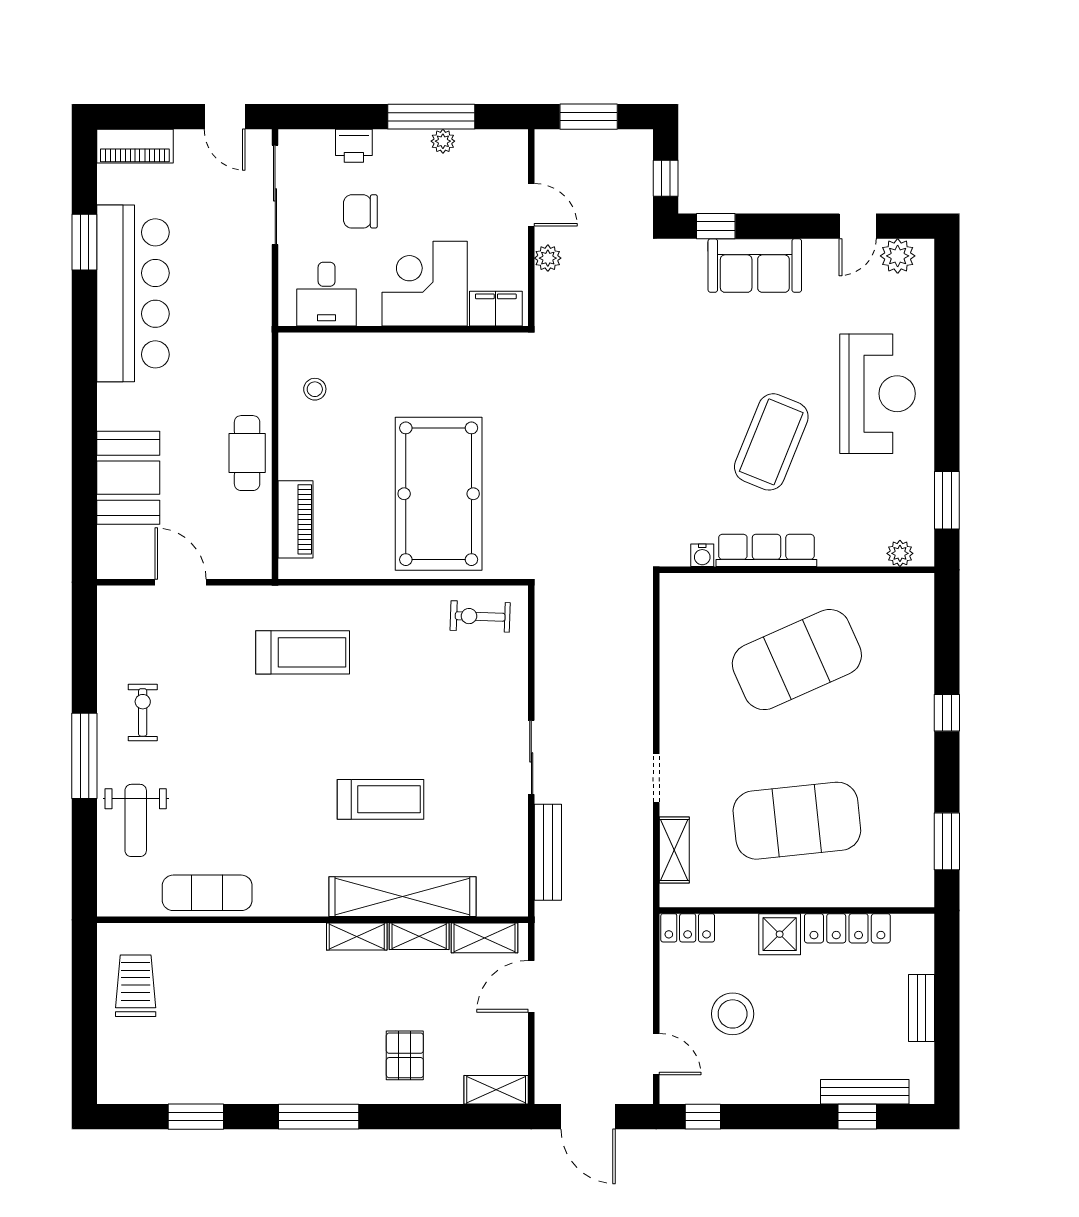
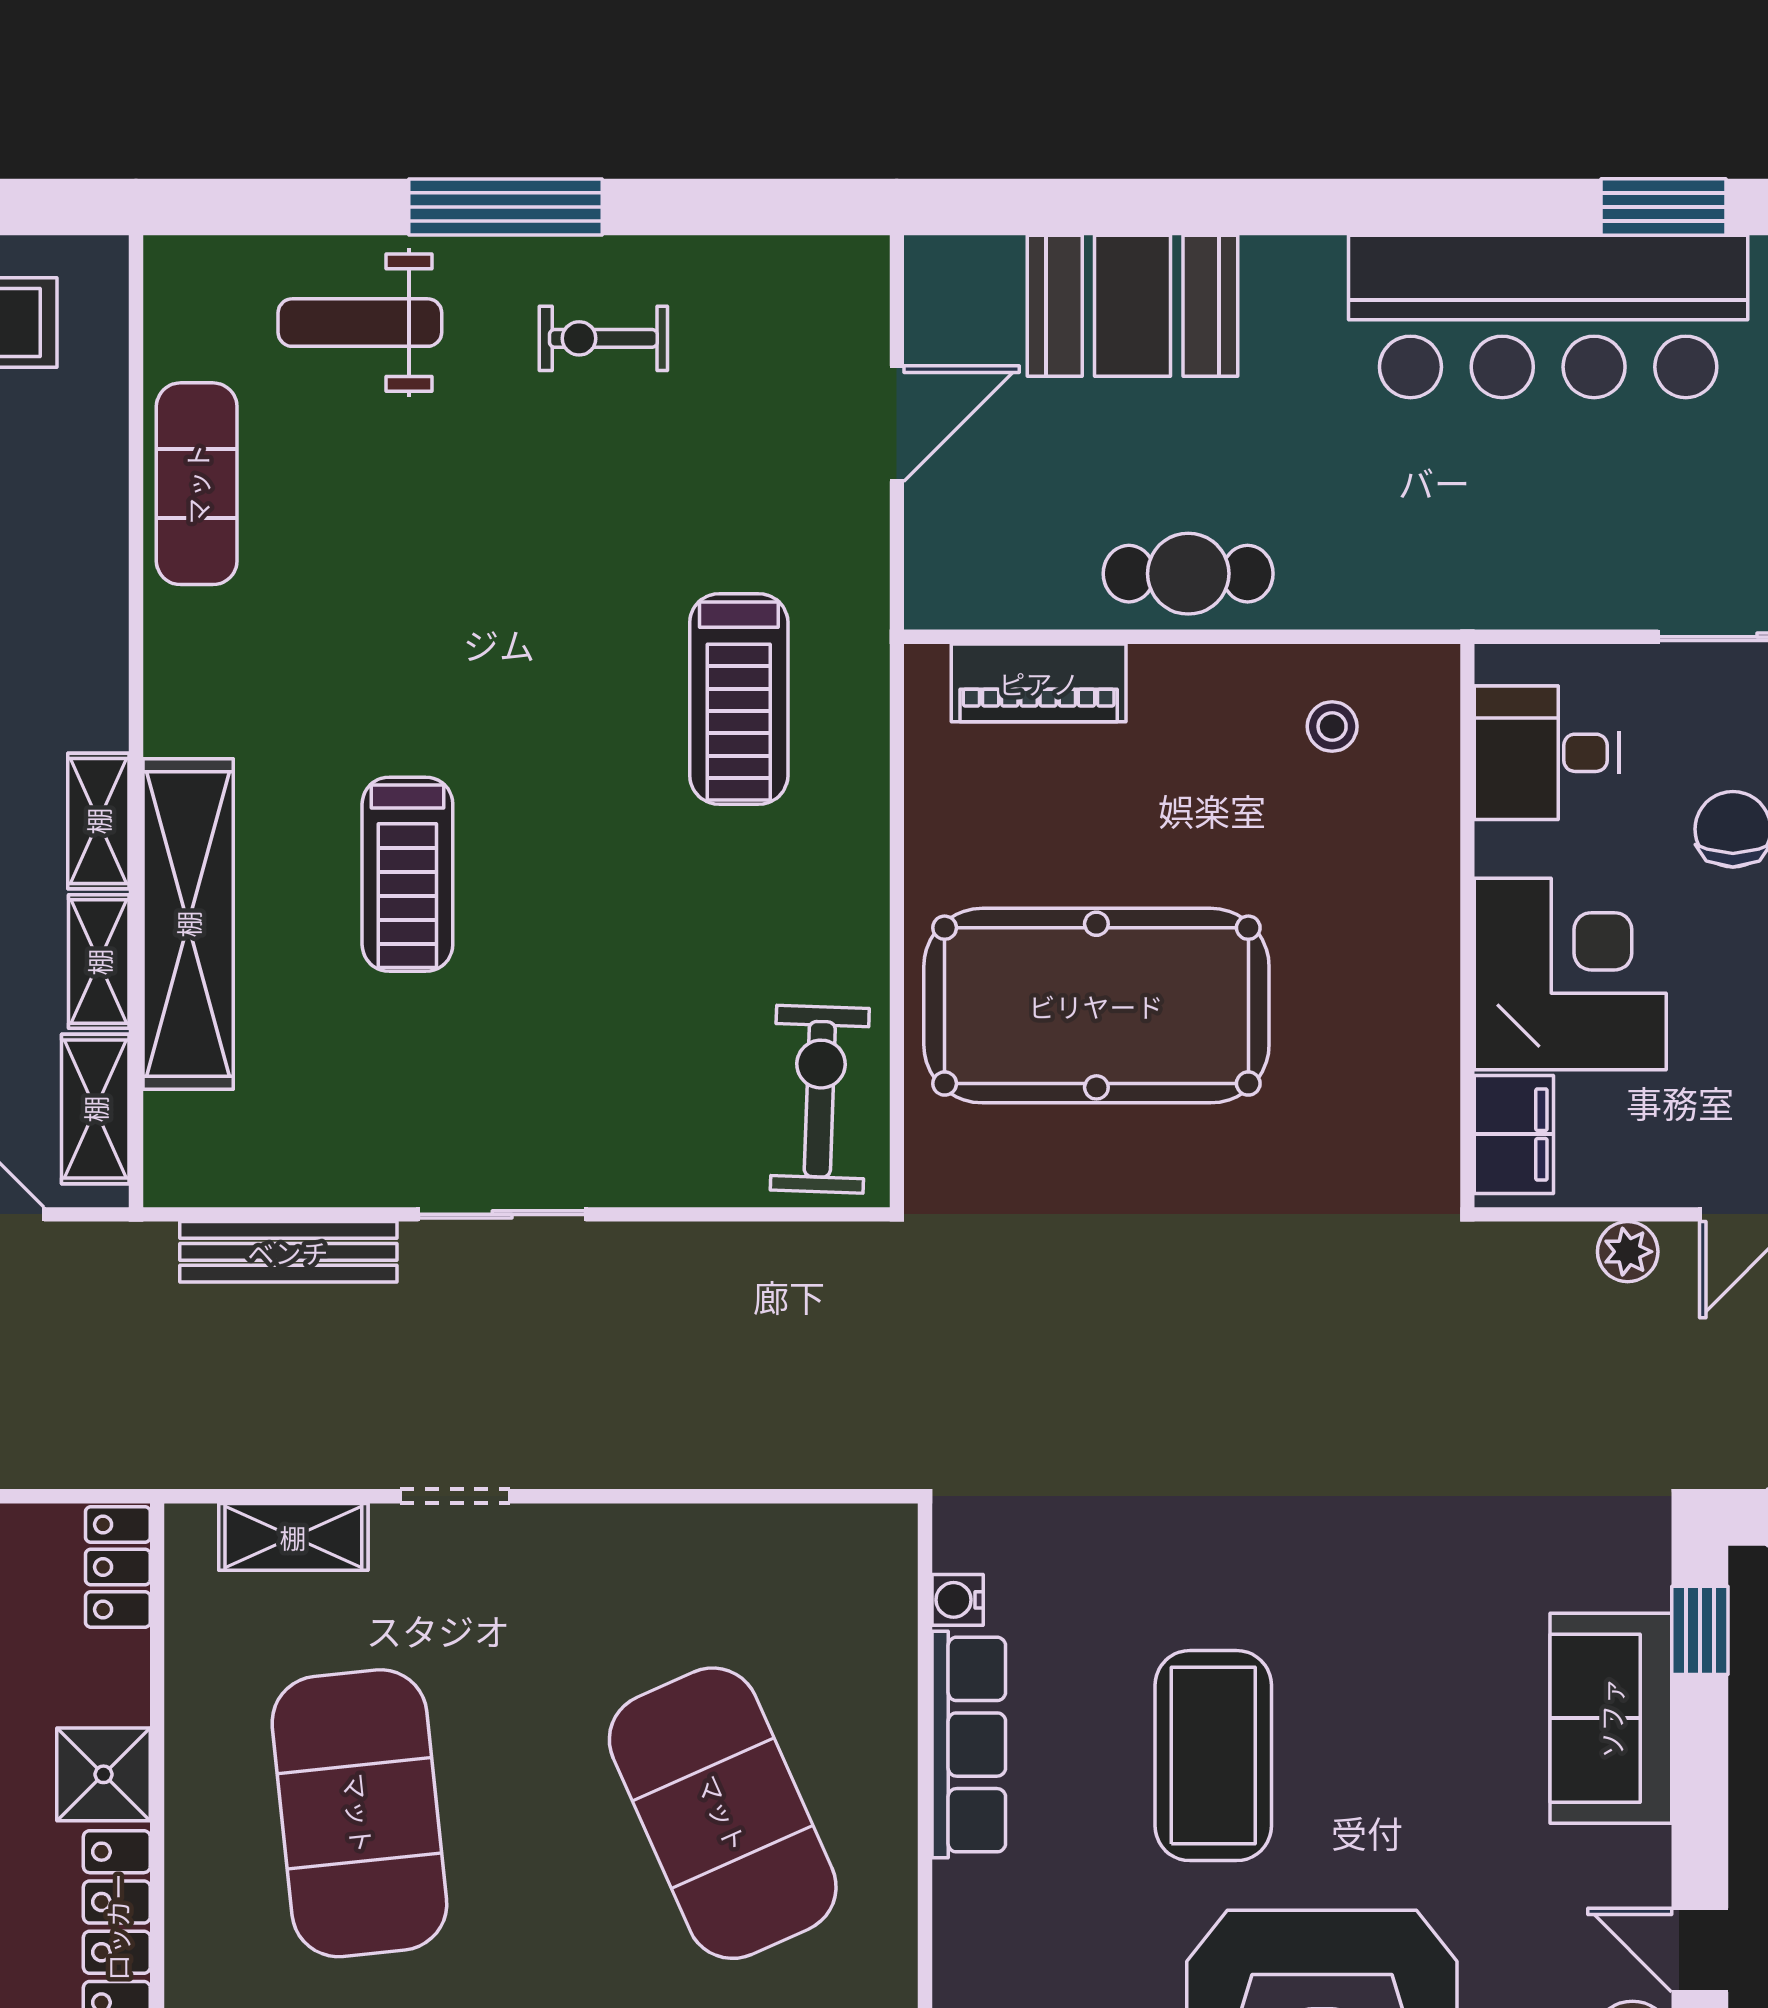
coffee table: (771, 442) -> (1213, 1756), turned 68
exercise bike: (480, 616) -> (820, 1099), width x1.38, depth x1.39
exercise bike: (143, 712) -> (603, 338), turned 180

